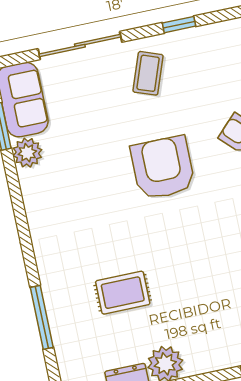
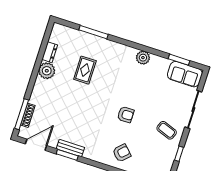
plant: (27, 153) -> (143, 58), moved
armchair: (163, 168) -> (126, 115), width x0.53, depth x0.53

